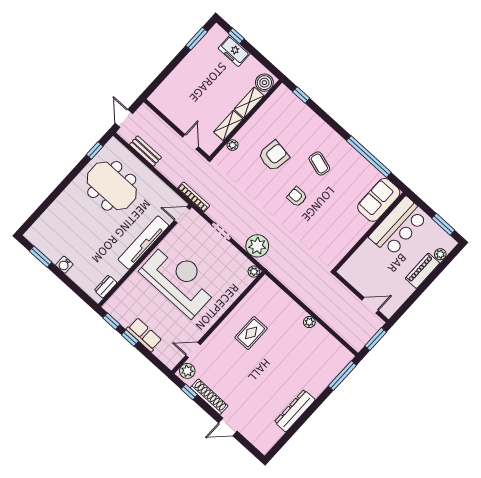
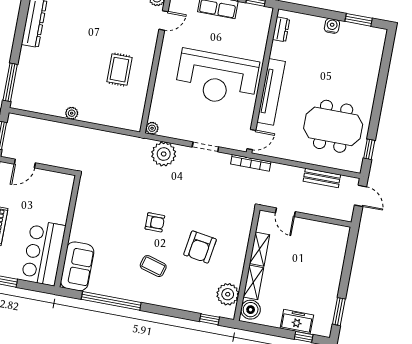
plant: (233, 145) -> (228, 294), moved, width x1.87, depth x1.87

